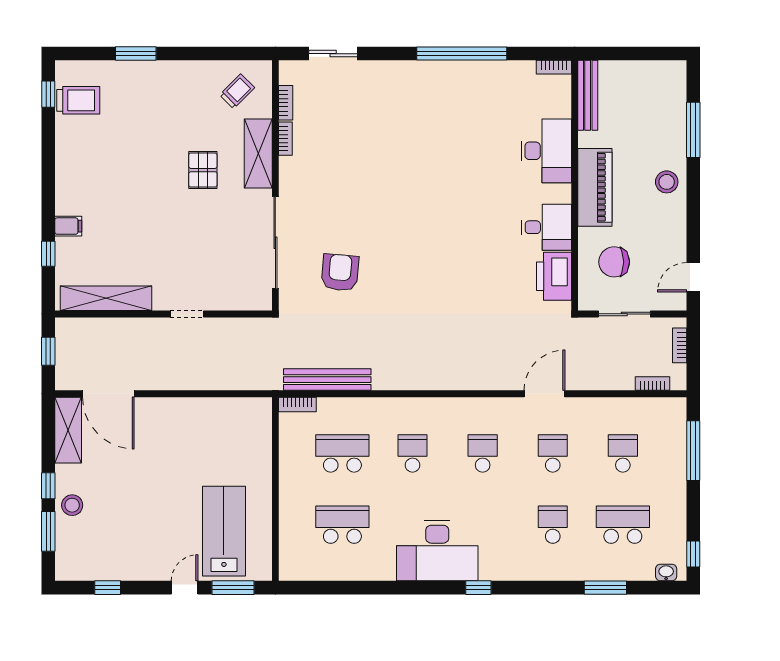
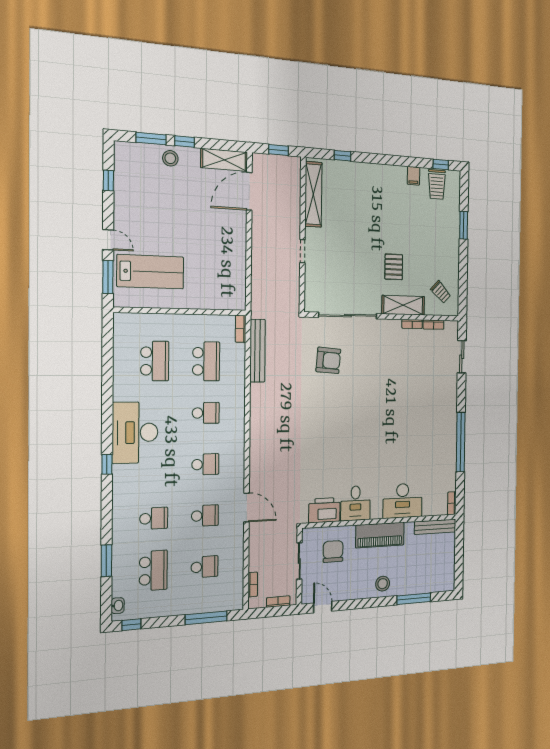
pallet: (203, 170) -> (394, 267), turned 90
filing cabinet: (68, 226) -> (413, 176), moved

